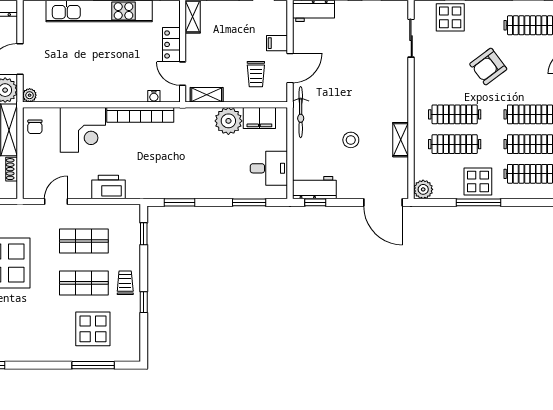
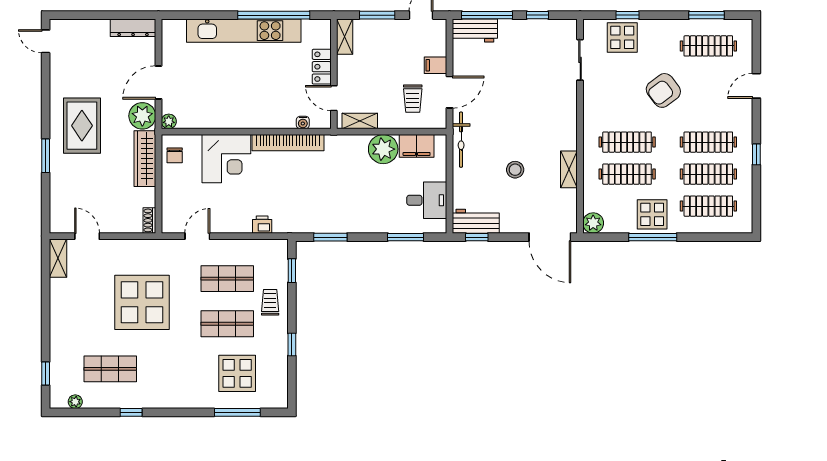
shoe rack: (12, 169) -> (149, 220), moved
printer: (108, 187) -> (262, 225), width x0.53, depth x0.68
trolley: (125, 283) -> (270, 302), moved

